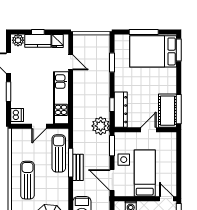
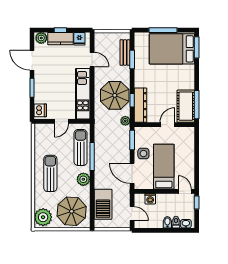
parasol: (94, 100) -> (115, 95), added
plant: (101, 126) -> (125, 121), width x0.53, depth x0.53
bench: (78, 167) -> (125, 53), moved
plant: (62, 186) -> (83, 179), added

